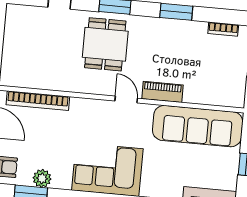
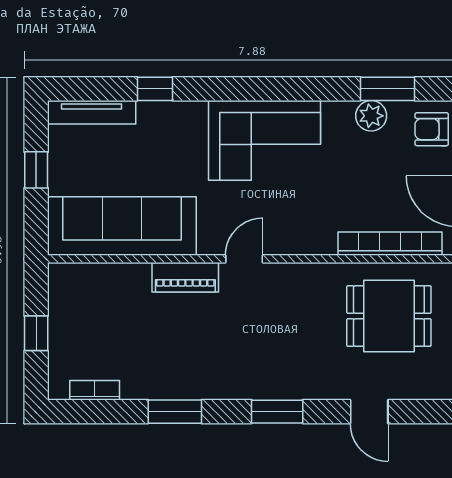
dining table: (105, 44) -> (389, 316), moved, turned 90
door: (126, 100) -> (244, 259), swing flipped

